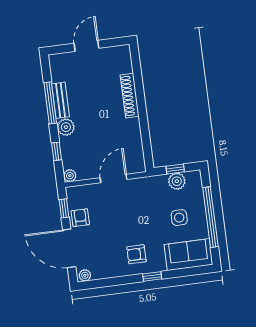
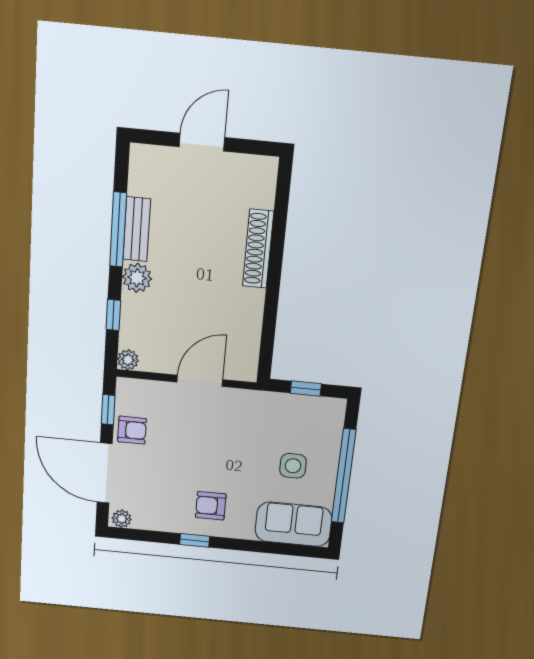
plant: (177, 181) -> (304, 408), removed
armchair: (80, 218) -> (132, 430), turned 90
window: (152, 276) -> (195, 540), moved

